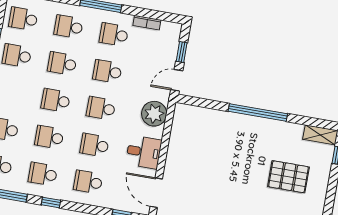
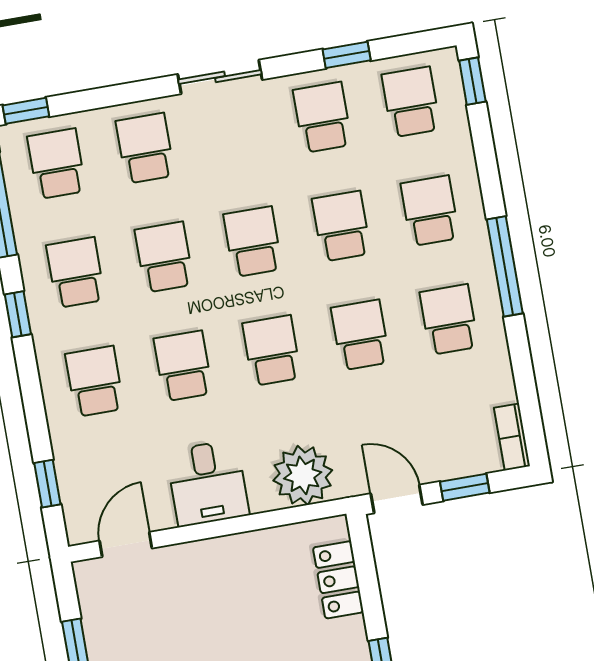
bookcase: (147, 23) -> (512, 437), moved
locker: (200, 115) -> (338, 580), added
door: (156, 193) -> (126, 544), width x0.73

